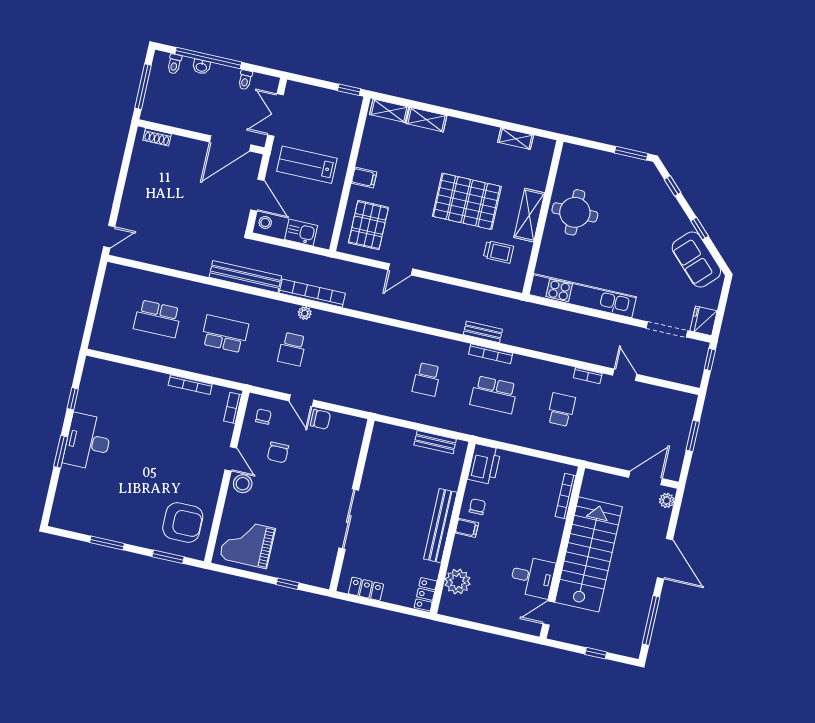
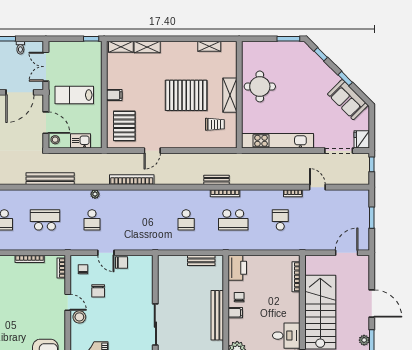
bookcase: (312, 293) -> (132, 180), moved
plant: (667, 500) -> (364, 340), moved

